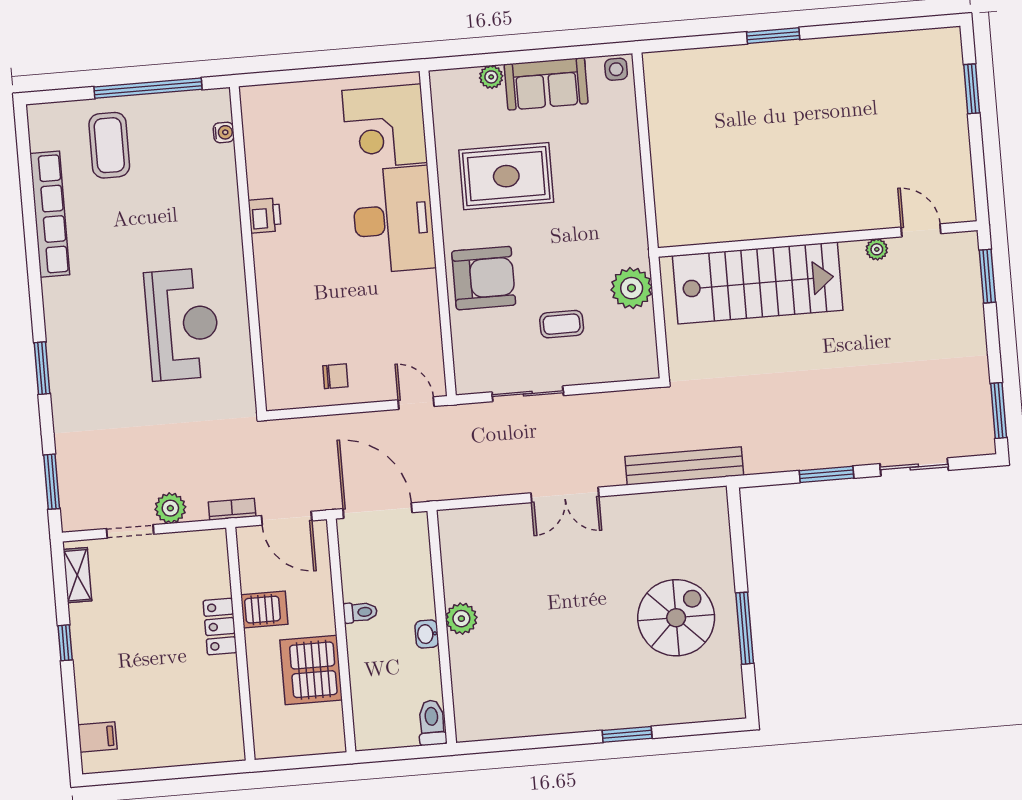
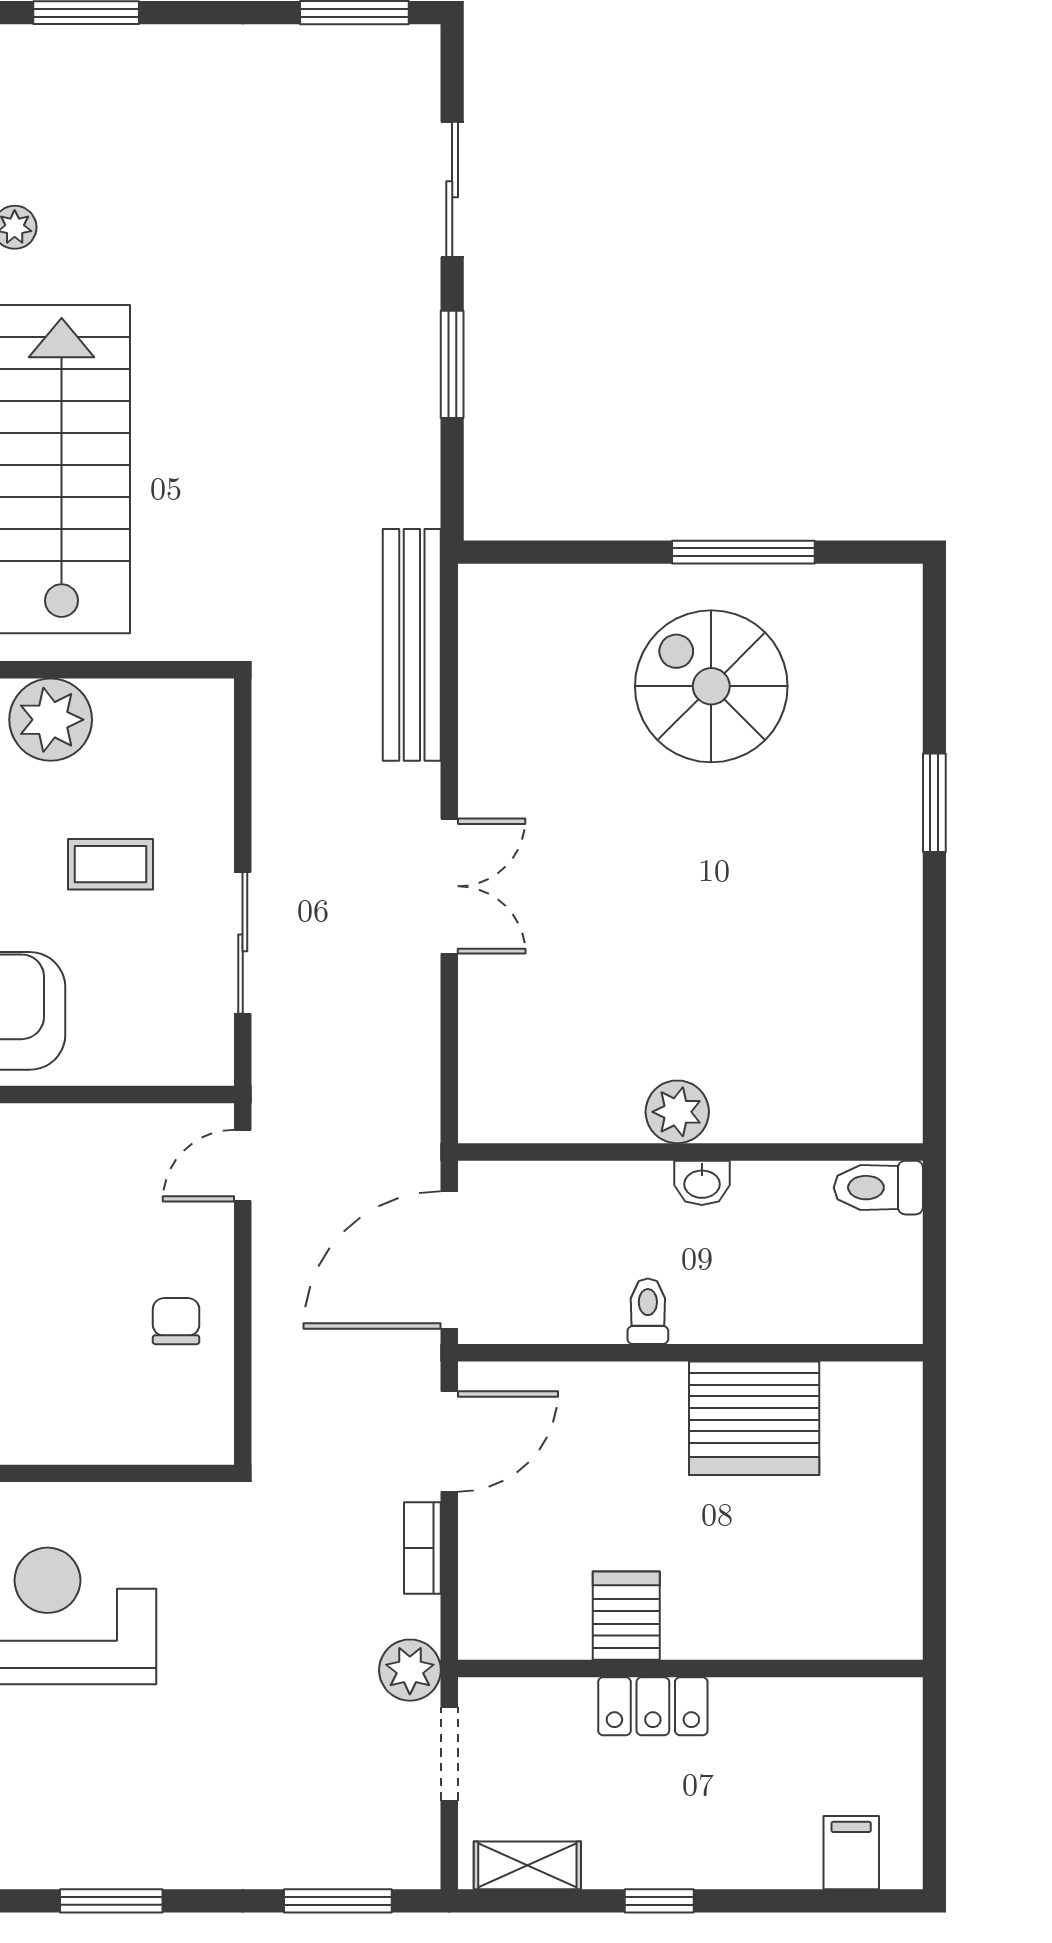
coffee table: (562, 324) -> (110, 864), turned 90
server rack: (264, 609) -> (626, 1616), moved
locker: (220, 627) -> (653, 1706), moved
wall: (240, 644) -> (690, 1669), moved

